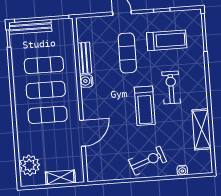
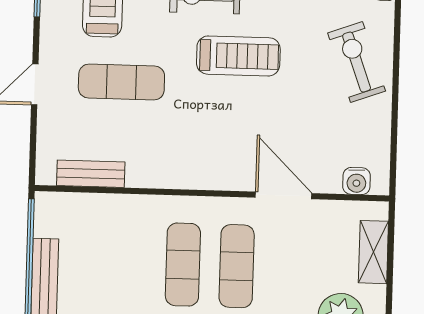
bench: (84, 58) -> (91, 174), moved
exercise mat: (44, 65) -> (129, 263), removed
water cooler: (86, 81) -> (356, 181), moved

